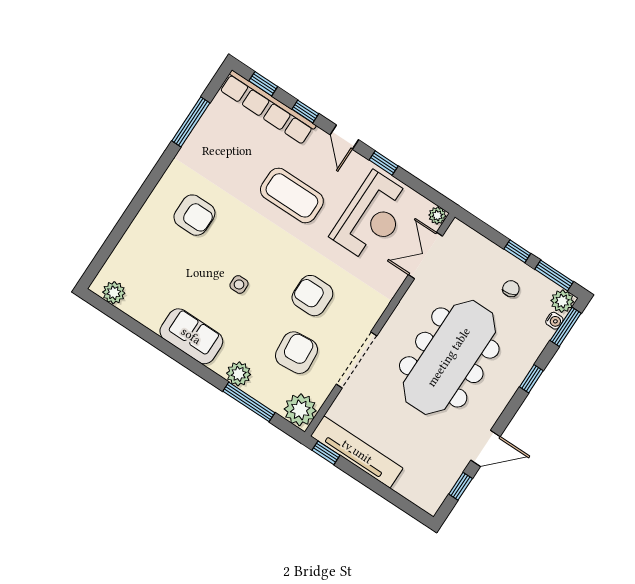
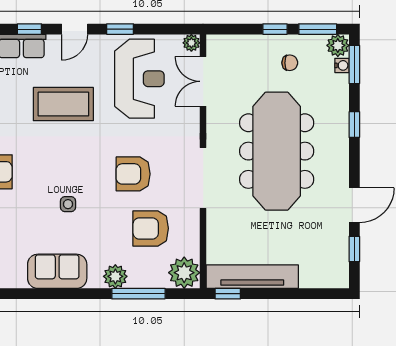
door: (344, 137) -> (75, 29), hinge flipped
chair: (511, 289) -> (290, 63), turned 104
armchair: (296, 353) -> (151, 228), turned -85
doorway: (357, 360) -> (203, 178), moved

